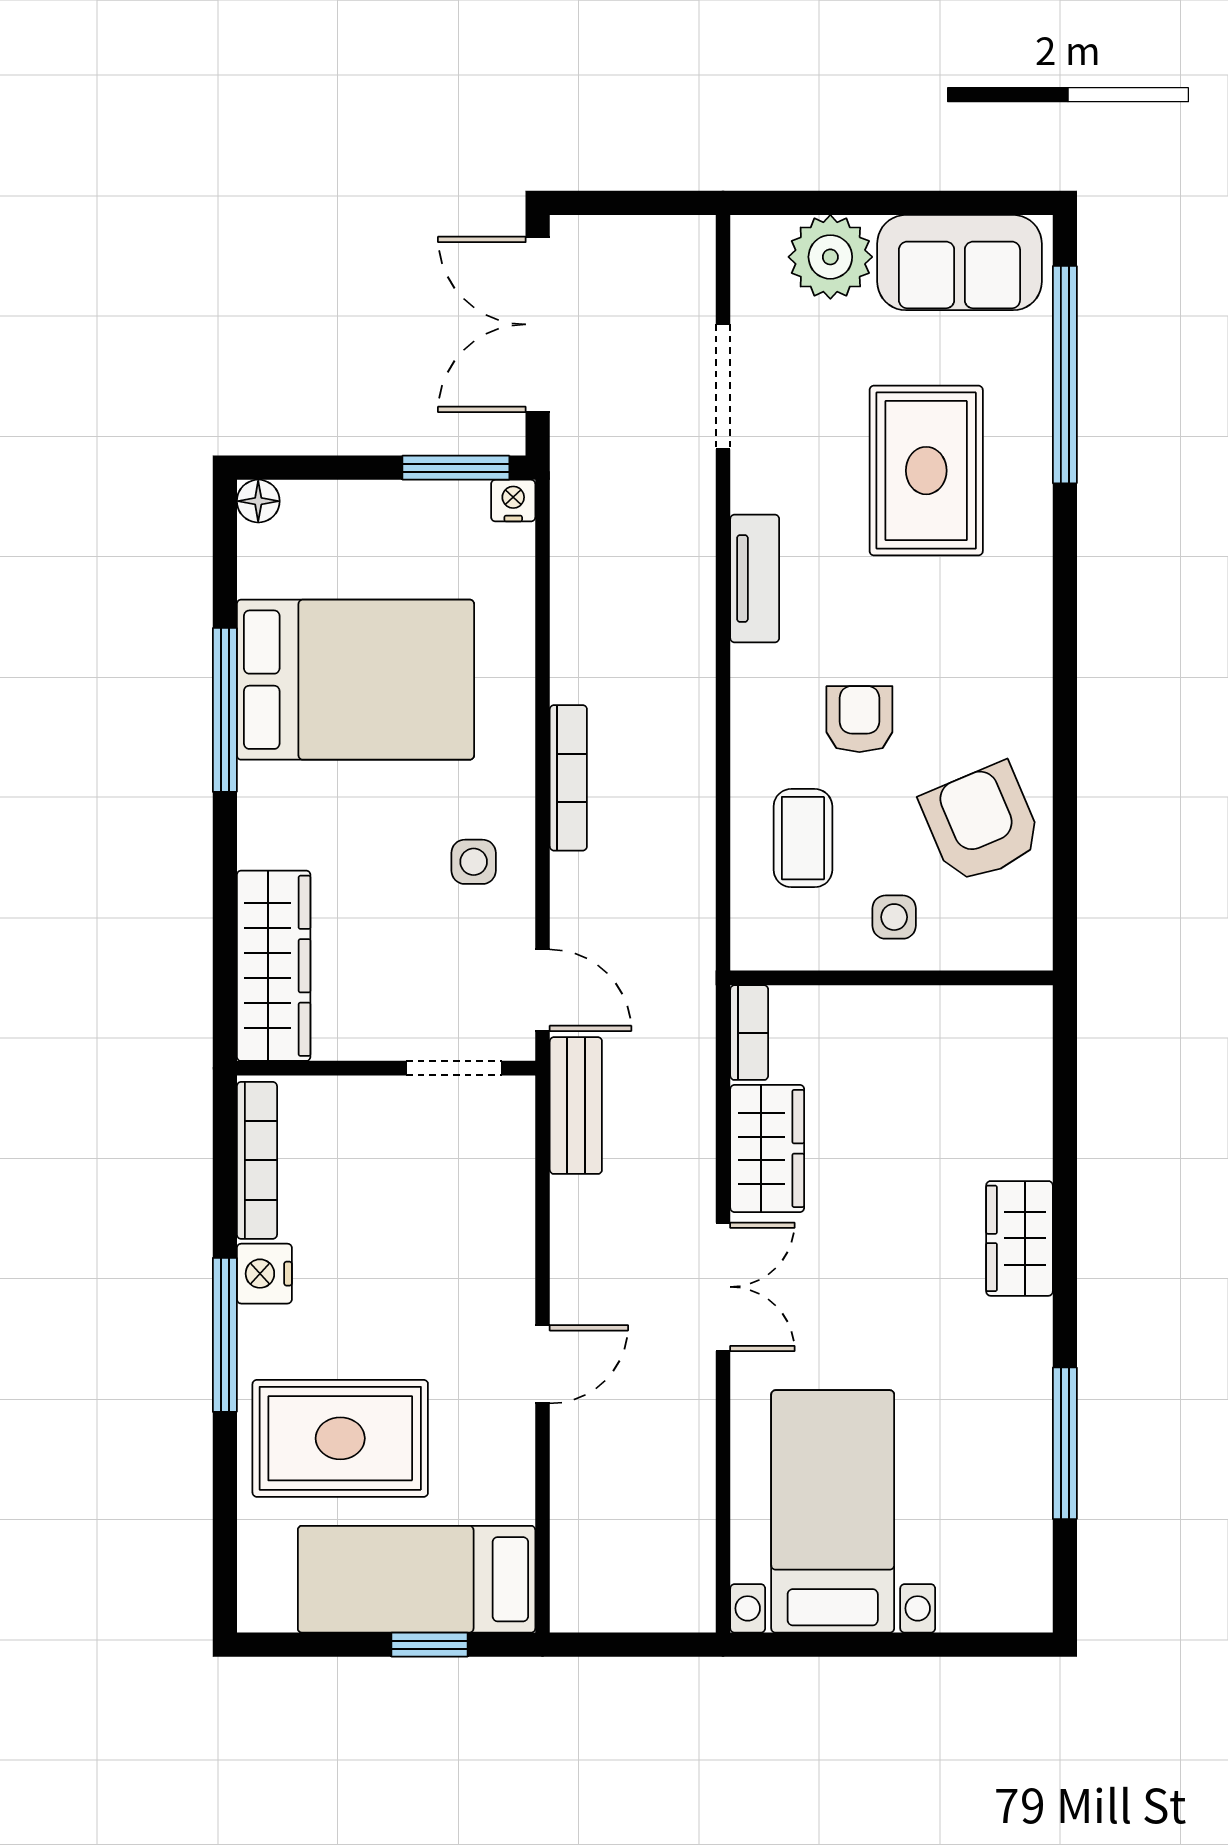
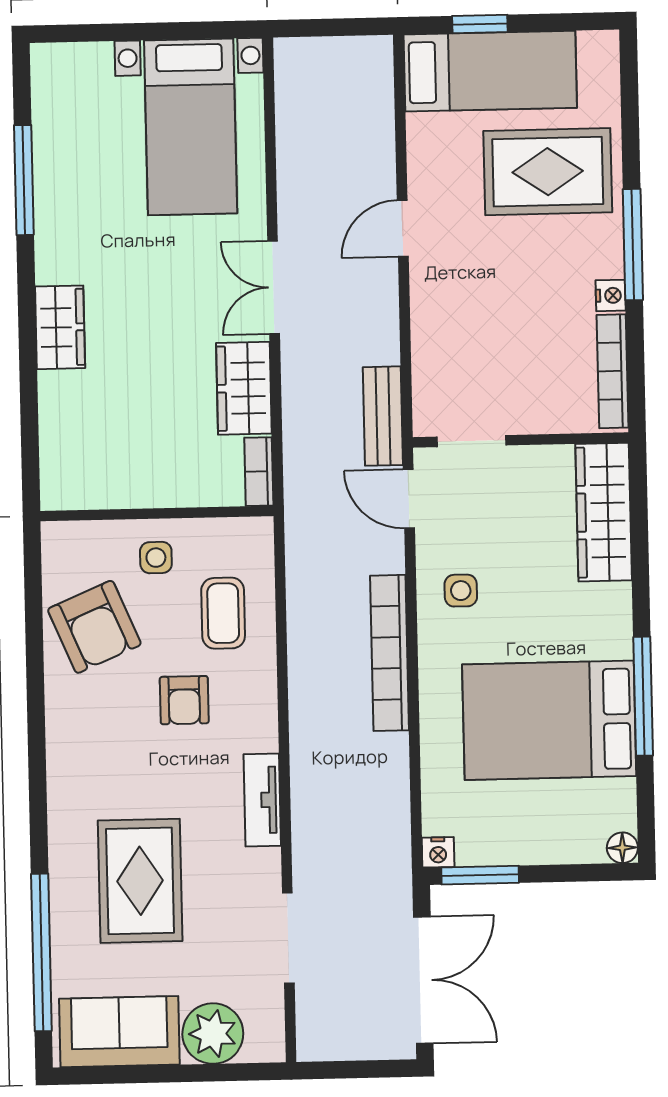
bookcase: (568, 778) -> (389, 653), width x1.48, depth x1.31
nightstand: (264, 1274) -> (611, 295), width x0.72, depth x0.74

